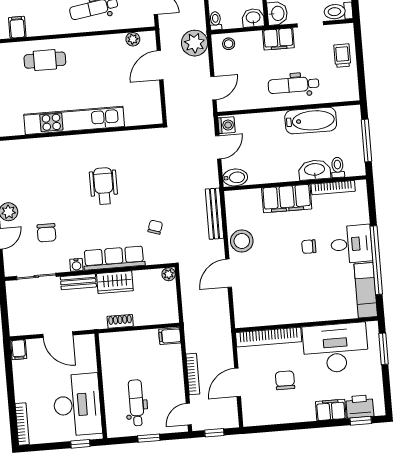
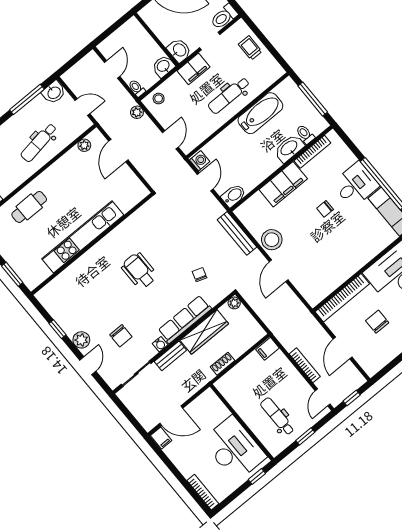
plant: (195, 43) -> (137, 112), width x0.53, depth x0.53
wardrobe: (115, 282) -> (204, 332), width x1.50
door: (58, 335) -> (171, 416), moved

